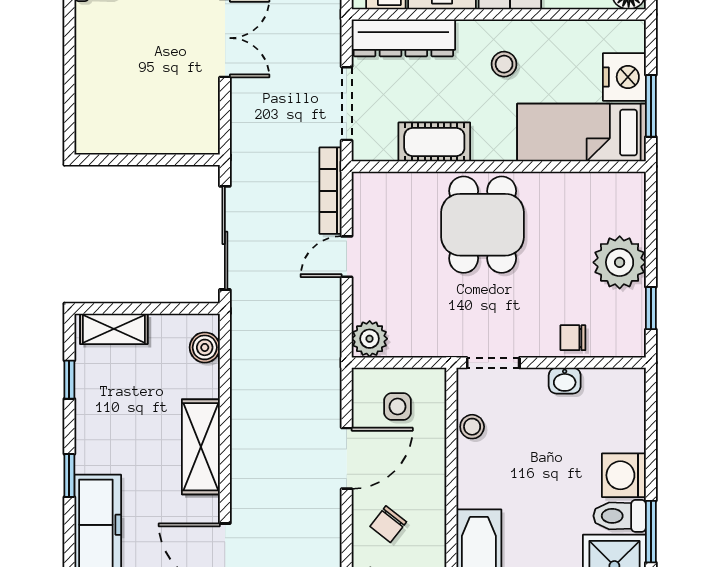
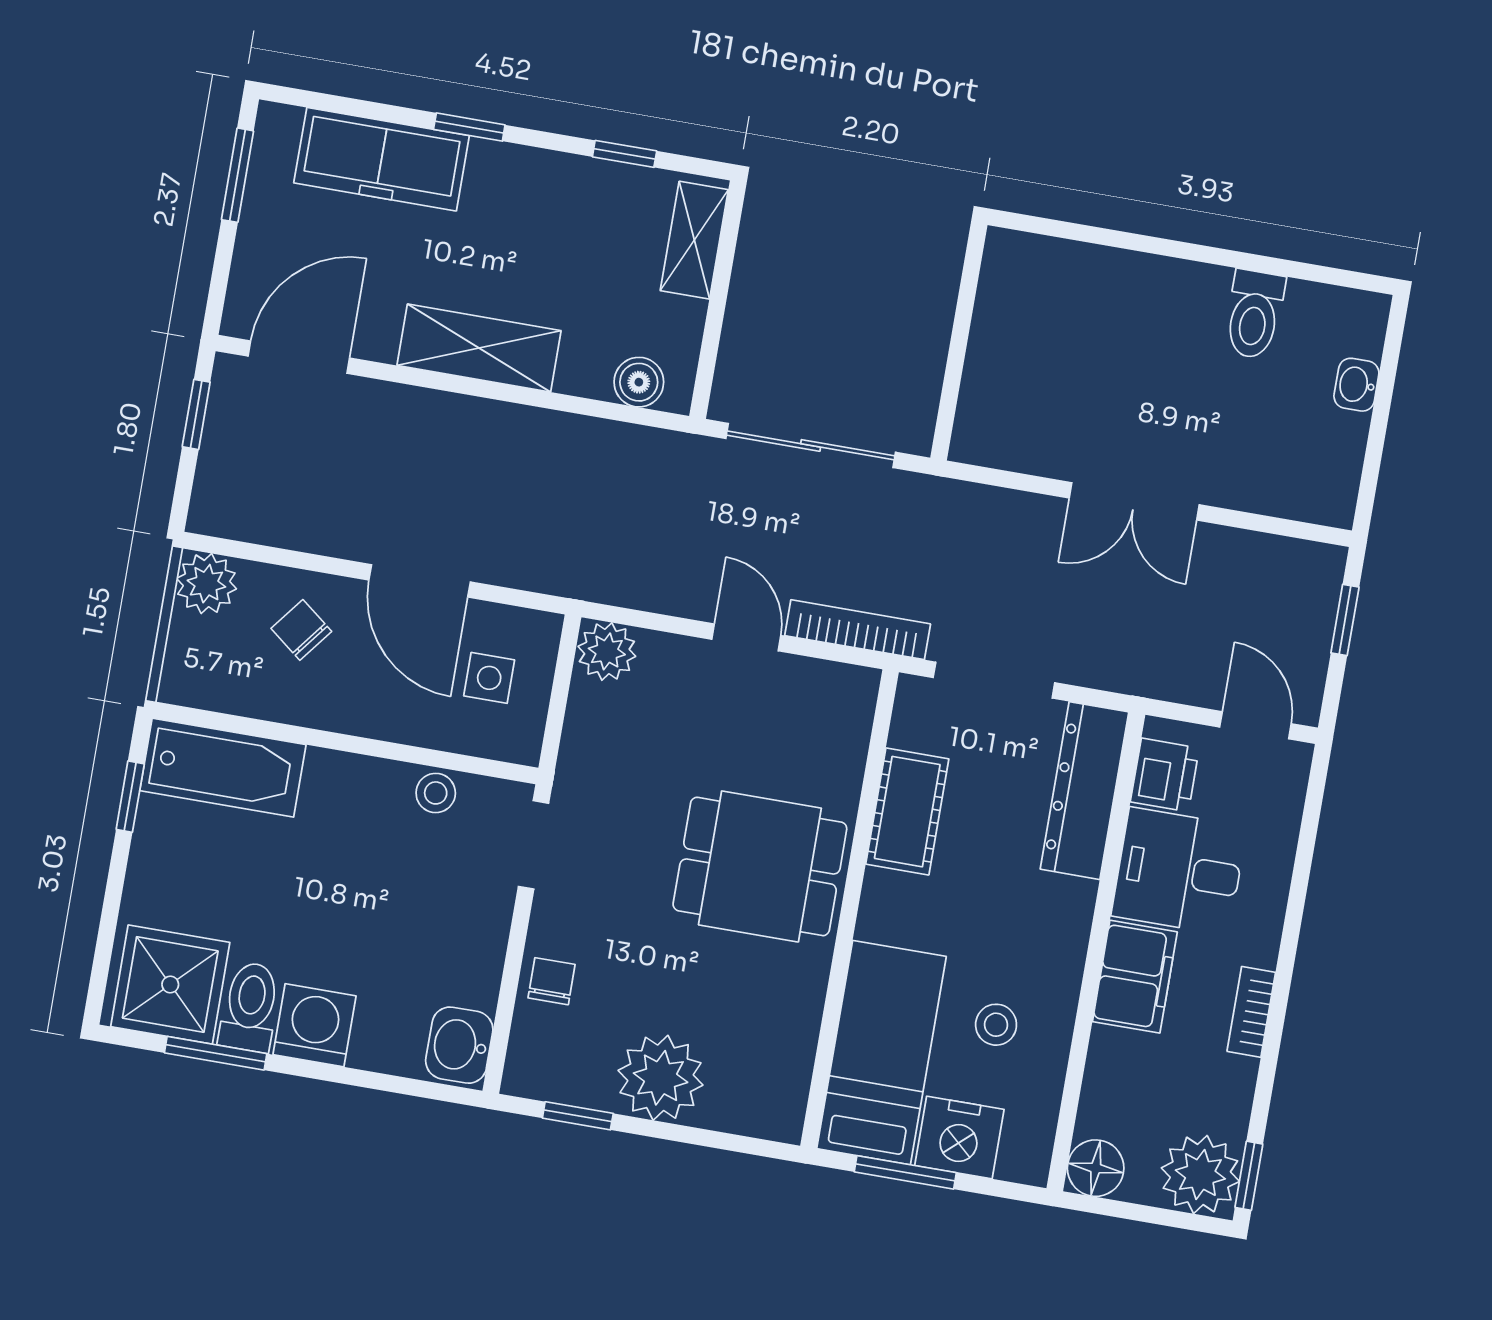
stool: (504, 64) -> (996, 1025), moved
washbasin: (565, 381) -> (459, 1045), moved, width x1.38, depth x1.45

